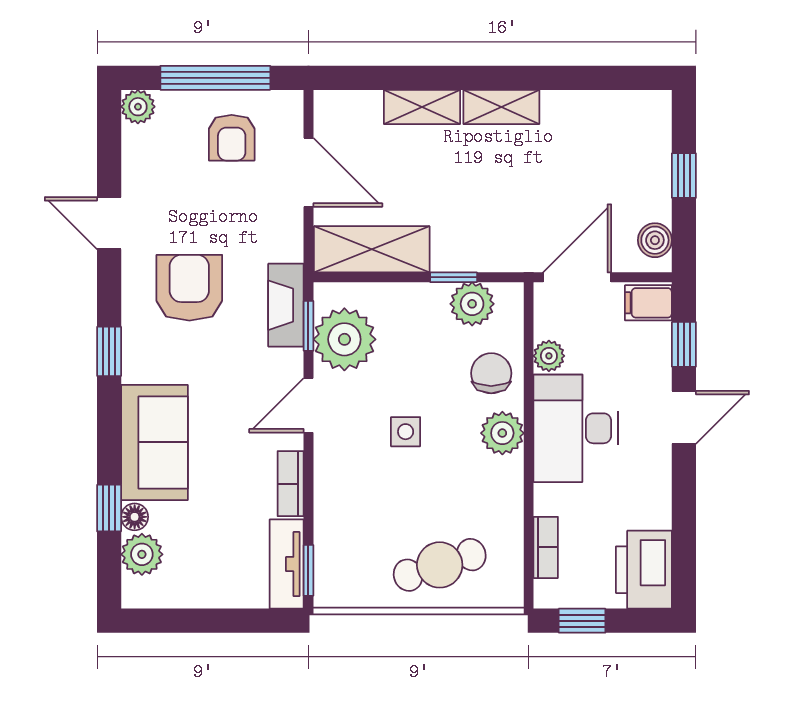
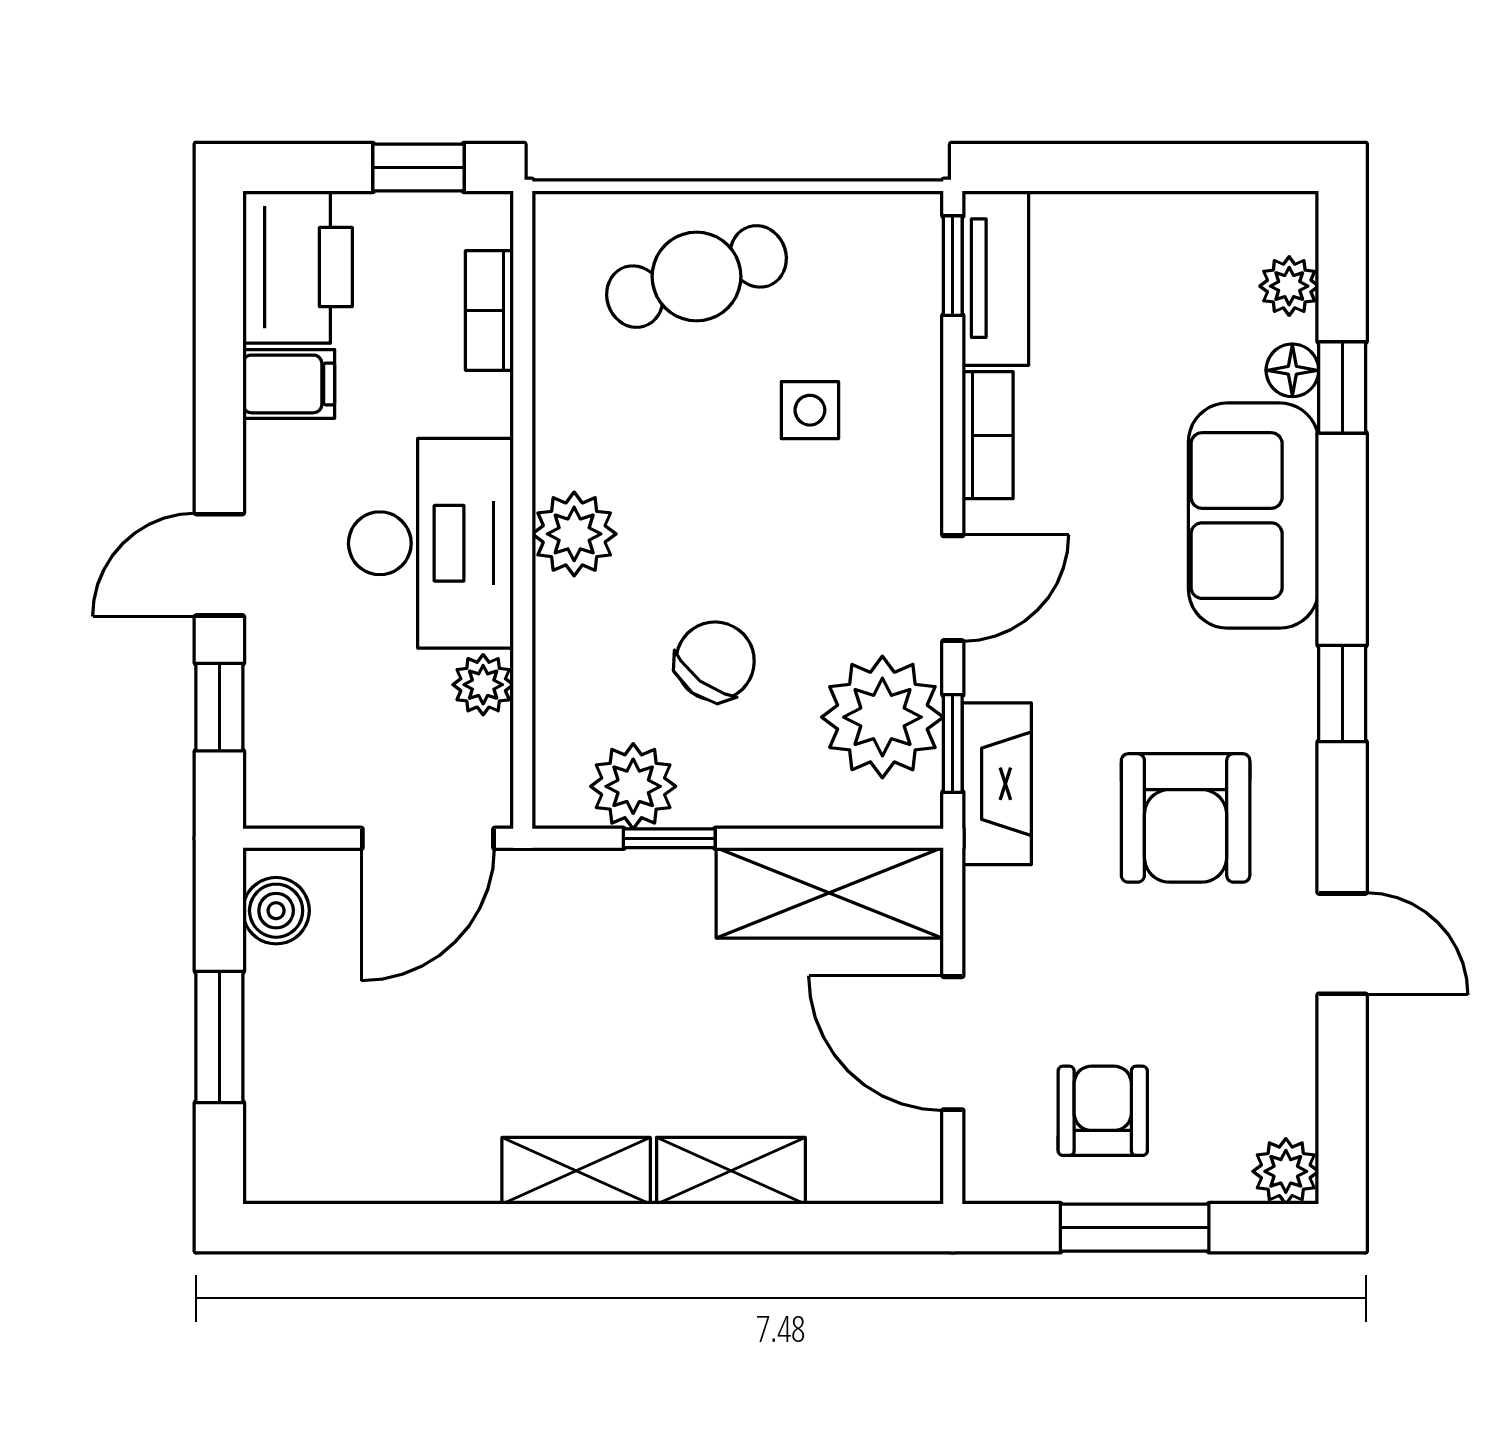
window: (215, 78) -> (1135, 1228), width x0.69
window: (684, 176) -> (219, 1037), width x1.50
filing cabinet: (648, 303) -> (289, 384), moved
chair: (491, 373) -> (715, 661), moved, turned -143
side table: (406, 432) -> (810, 410), moved
plant: (142, 554) -> (1289, 286), width x0.73, depth x0.73

